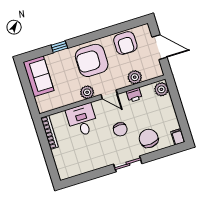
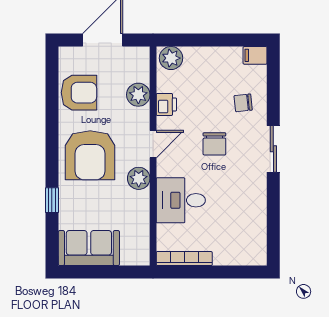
chair: (120, 129) -> (214, 144), turned 90
chair: (149, 138) -> (243, 103), width x0.54, depth x0.54

